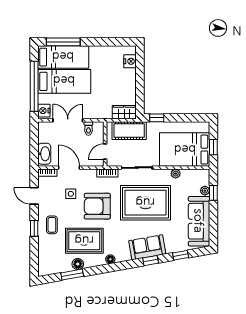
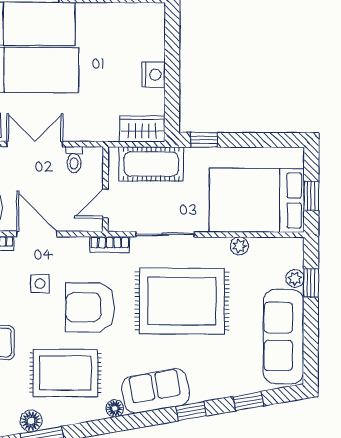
nightstand: (130, 61) -> (153, 75), moved
sofa: (147, 247) -> (156, 391), moved
floor lamp: (78, 264) -> (31, 421), moved

